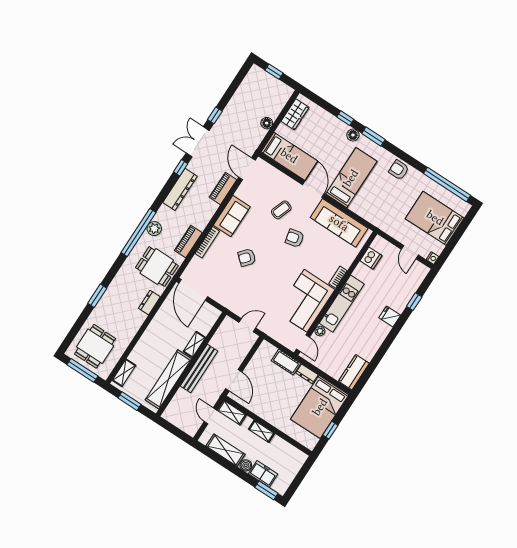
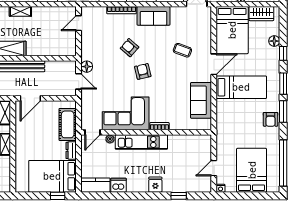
floor lamp: (353, 135) -> (274, 41), moved
window: (399, 153) -> (283, 112), added
bed: (289, 156) -> (232, 30), width x1.50
armchair: (399, 170) -> (270, 119), turned 180
sofa: (339, 223) -> (201, 100), width x0.73
armchair: (295, 238) -> (143, 71), moved
dishwasher: (371, 258) -> (118, 185), moved, turned 180
door: (193, 290) -> (79, 23), width x0.53
floor lamp: (238, 309) -> (87, 67), added
shelving: (194, 344) -> (20, 11), moved
cot: (286, 362) -> (68, 124), width x1.37, depth x1.34
window: (330, 430) -> (58, 196), moved

